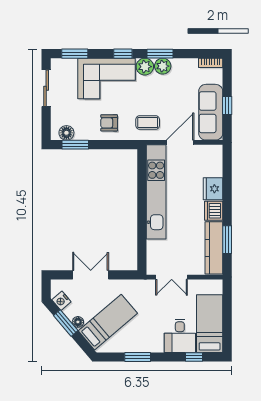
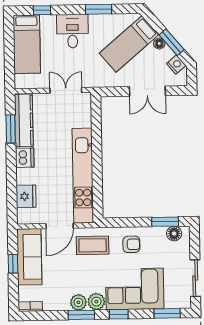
coffee table: (148, 122) -> (93, 245), width x1.36, depth x1.30
fridge: (213, 189) -> (26, 196), moved
desk: (180, 336) -> (72, 31), moved

